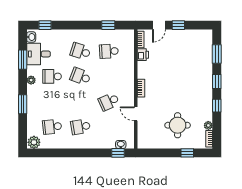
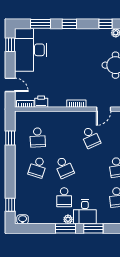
window: (178, 25) -> (10, 45), moved
desk: (192, 45) -> (31, 50), added
desk: (39, 54) -> (85, 212), moved
window: (23, 60) -> (65, 228), moved
school desk: (81, 76) -> (64, 167), turned -45
window: (217, 106) -> (106, 24), moved

